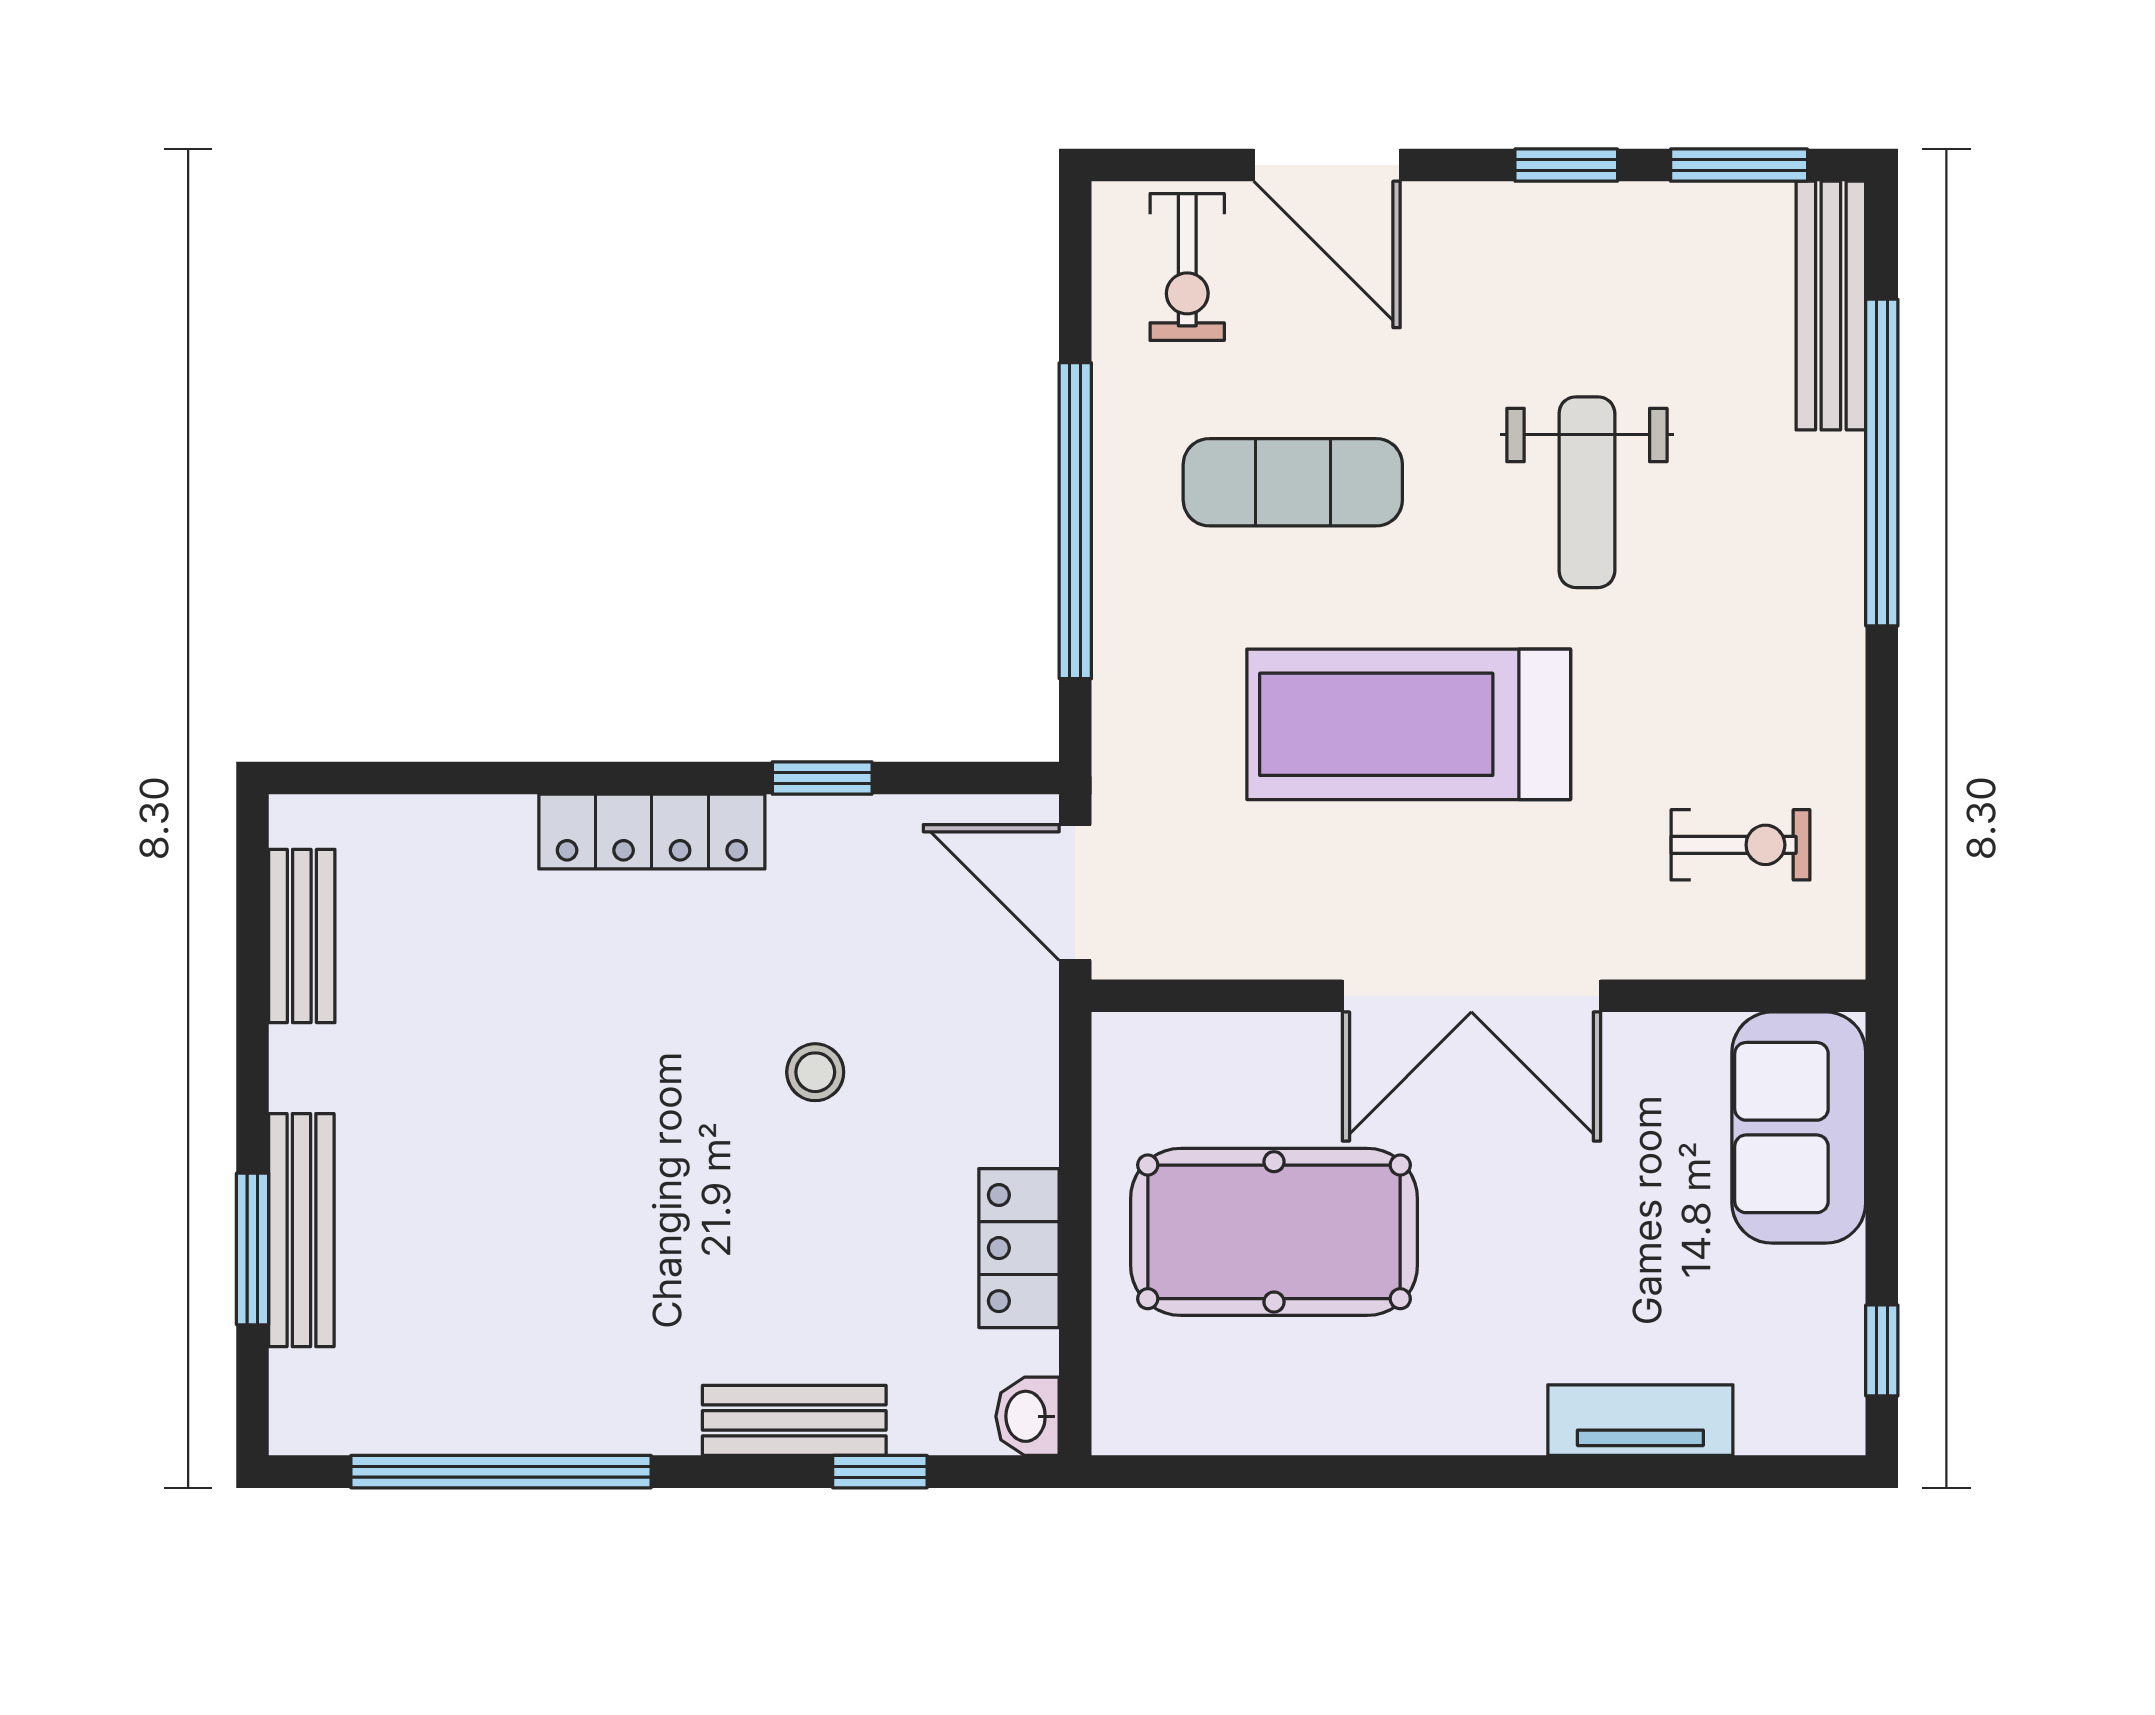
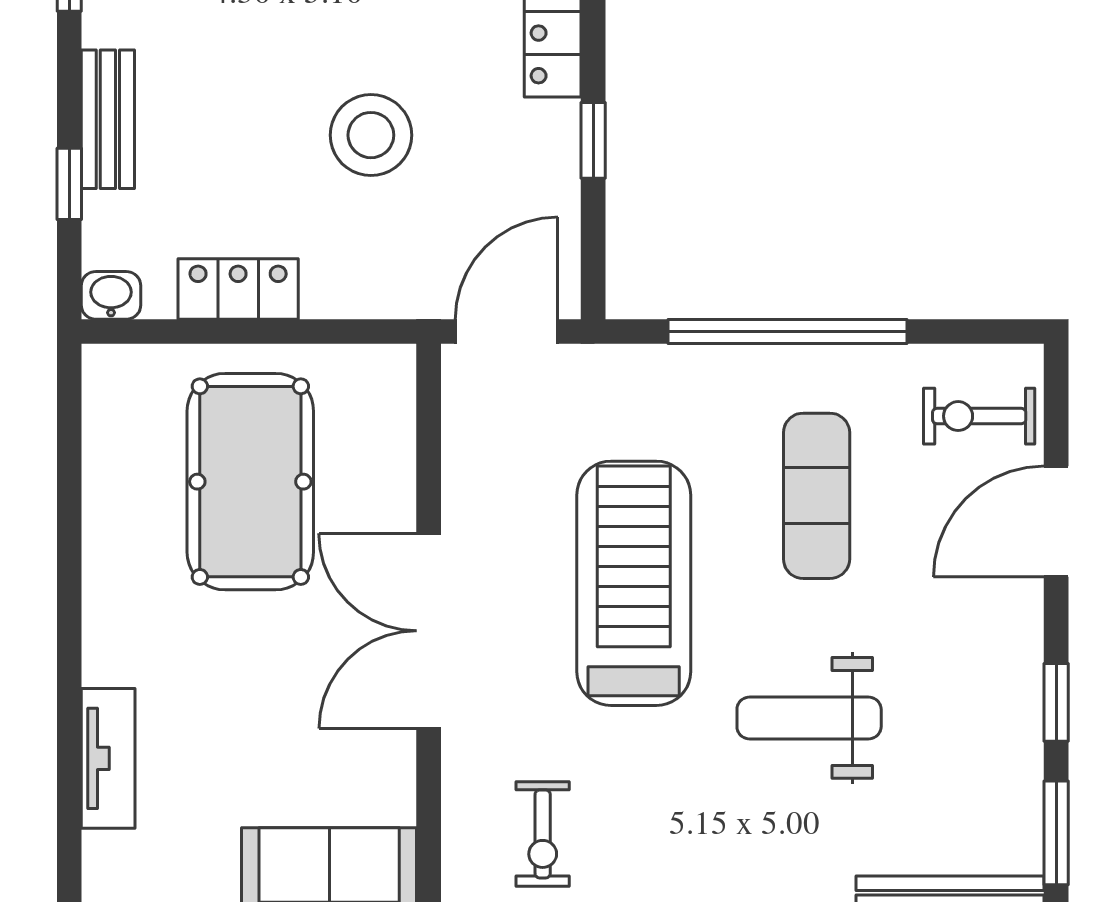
stool: (815, 1072) -> (371, 135), width x1.89, depth x1.89

